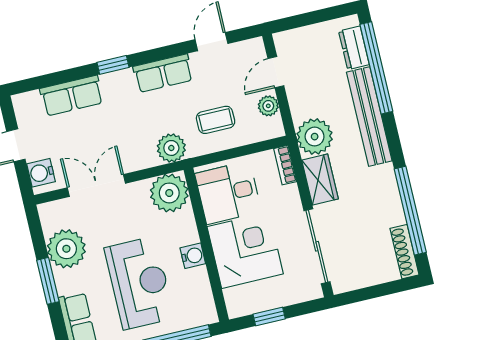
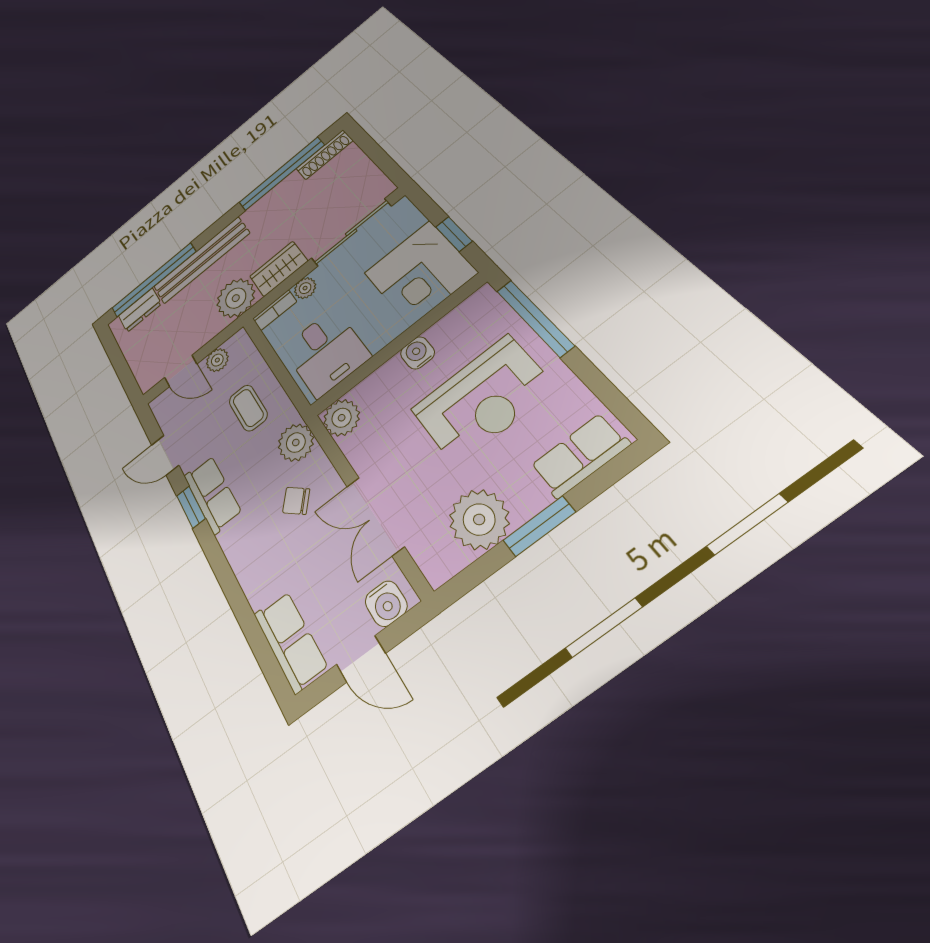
window: (113, 65) -> (191, 507), moved
row of seats: (72, 96) -> (290, 641), moved
chair: (130, 135) -> (296, 501), added
plant: (169, 193) -> (342, 418), width x0.73, depth x0.73
plant: (290, 195) -> (305, 288), added
corner desk: (245, 250) -> (420, 273), moved, turned -90
reception desk: (139, 283) -> (482, 399), turned 180

